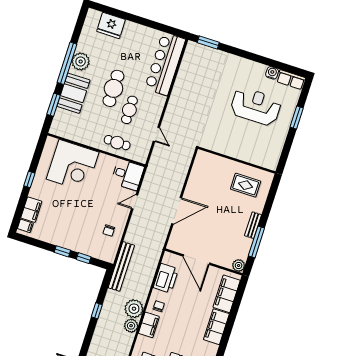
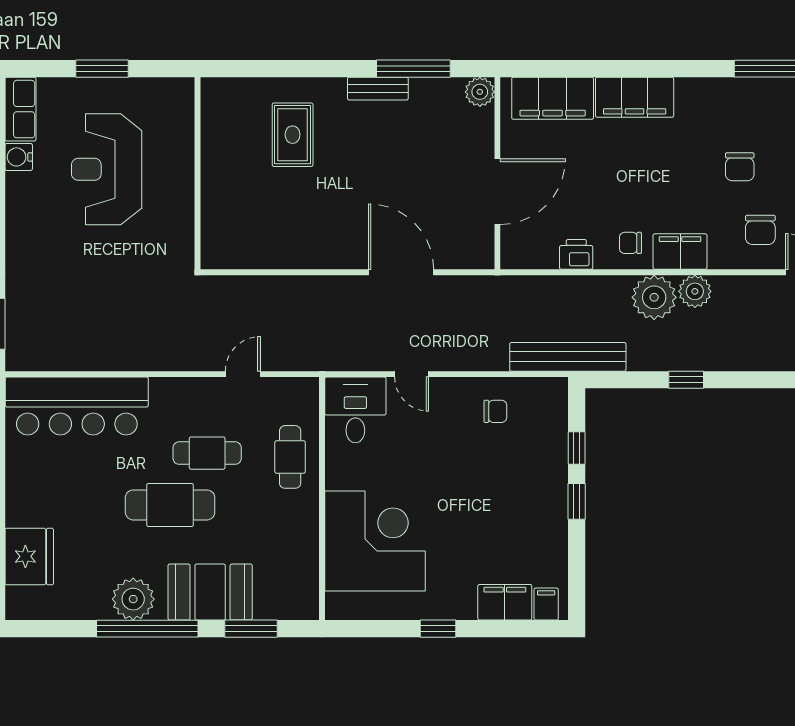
wall: (237, 160) -> (197, 173), moved
printer: (166, 278) -> (576, 254), width x0.53, depth x0.68

